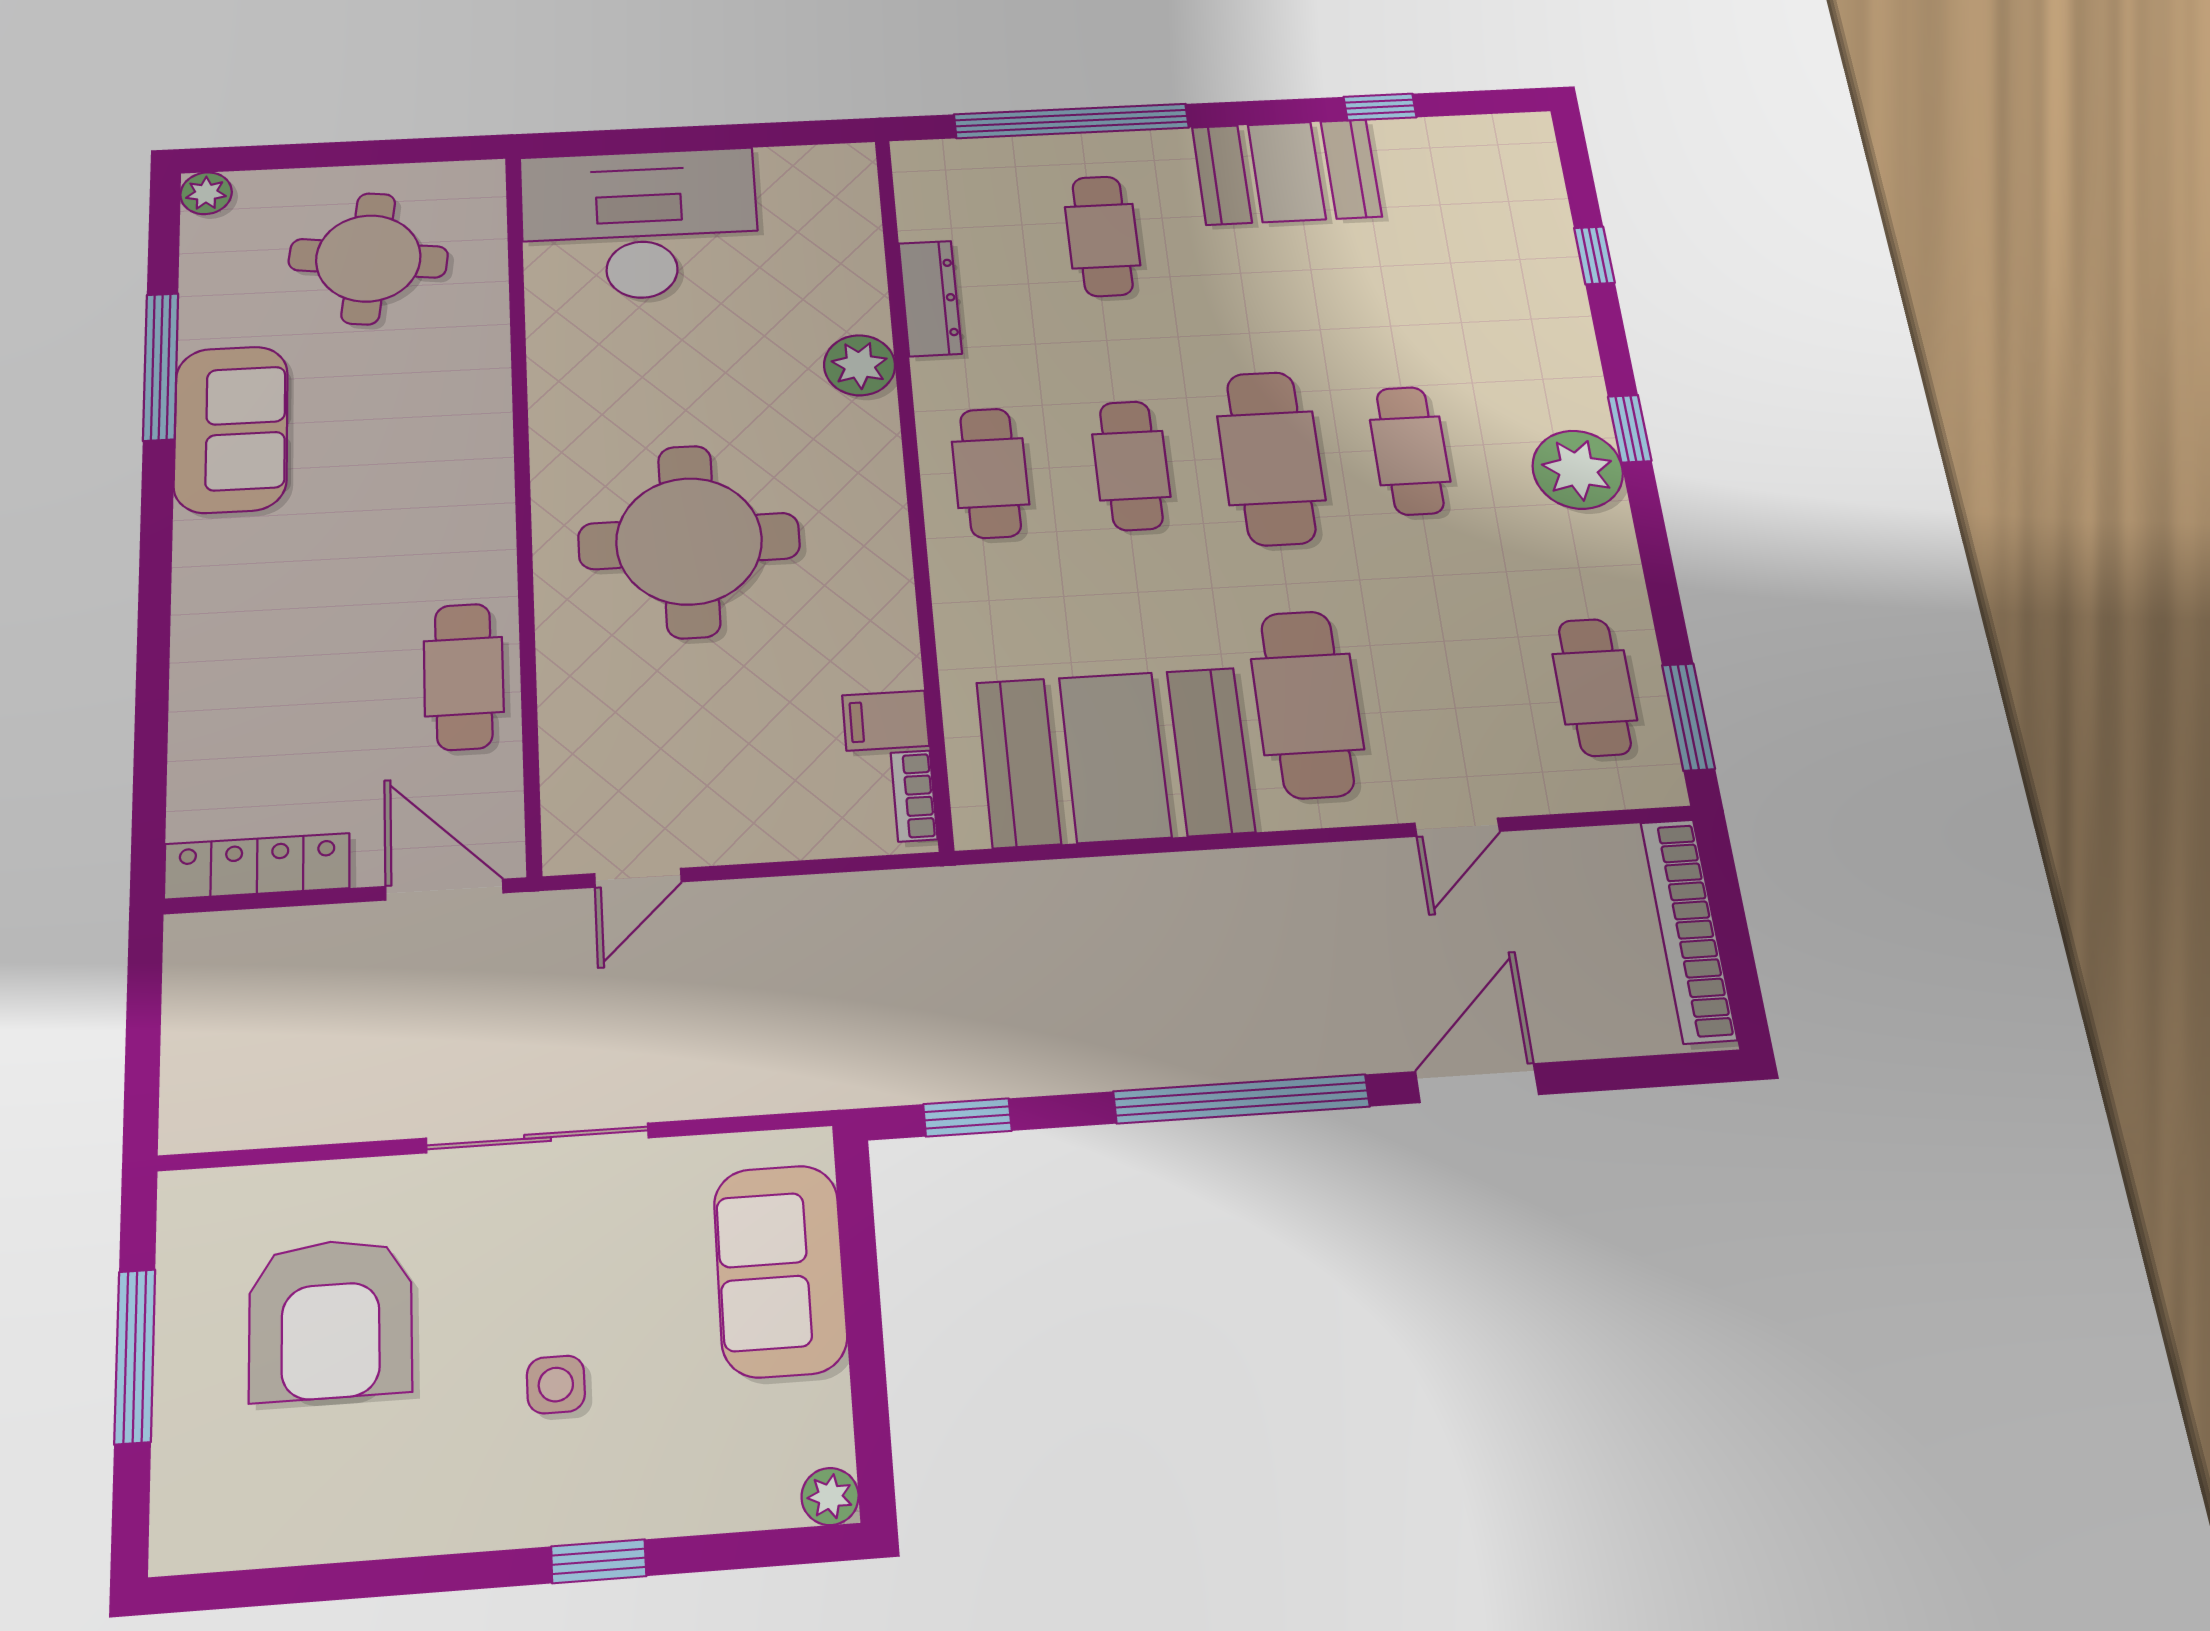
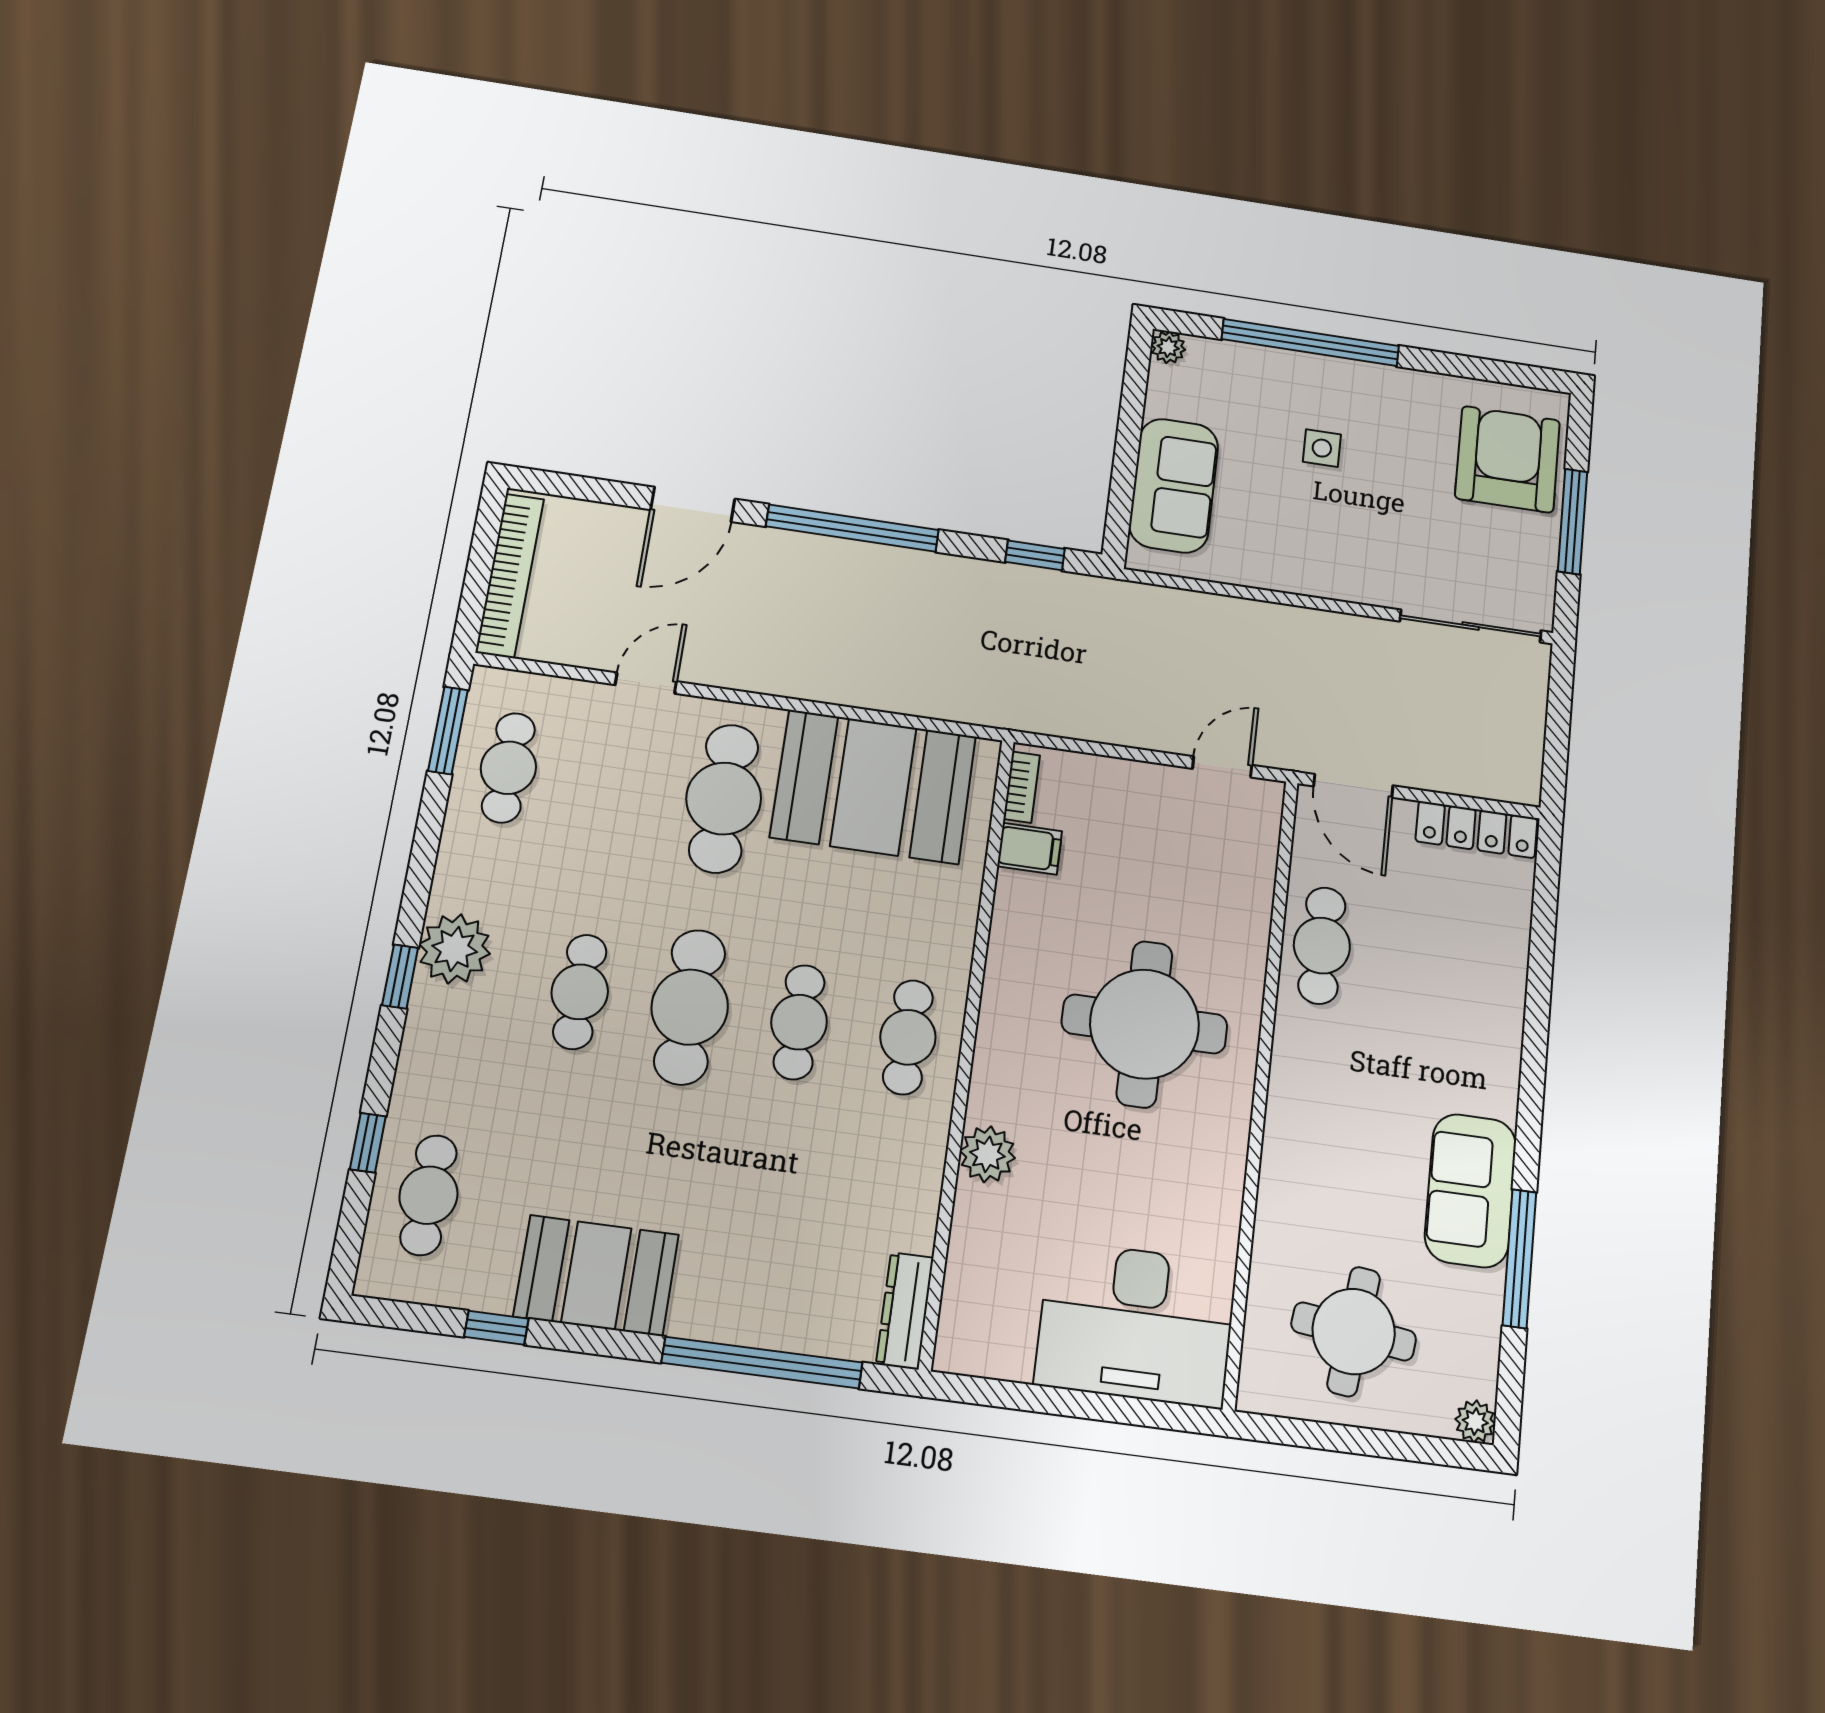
cafe table: (1103, 236) -> (428, 1195), moved
dresser: (930, 298) -> (905, 1311), moved
sliding door: (538, 1138) -> (1471, 626), moved
armchair: (331, 1319) -> (1508, 459), moved
window: (599, 1561) -> (1310, 343), width x3.17

